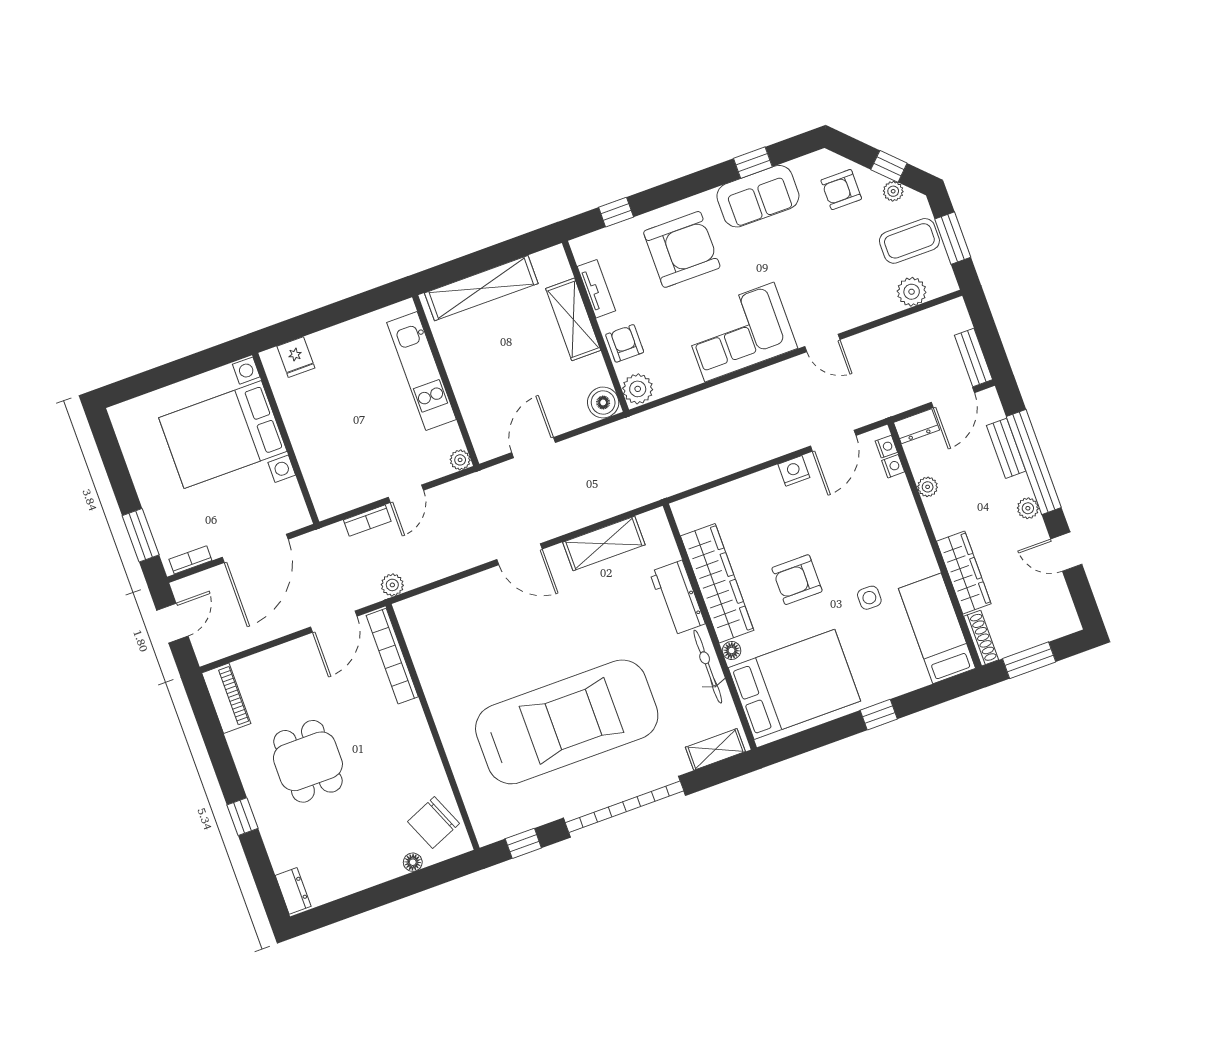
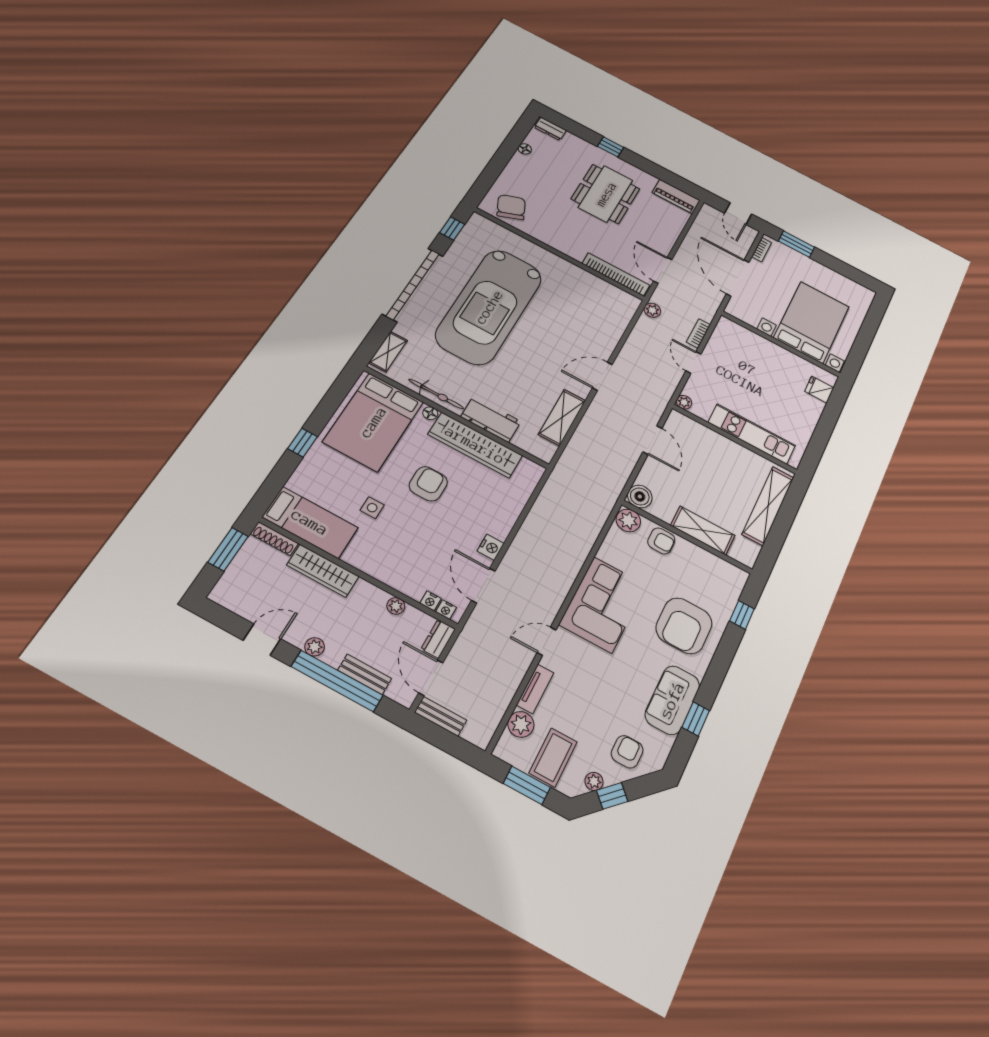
tv unit: (596, 289) -> (535, 689), moved, turned -90
dining table: (308, 761) -> (606, 194), width x1.38
floor lamp: (413, 862) -> (525, 149), moved

